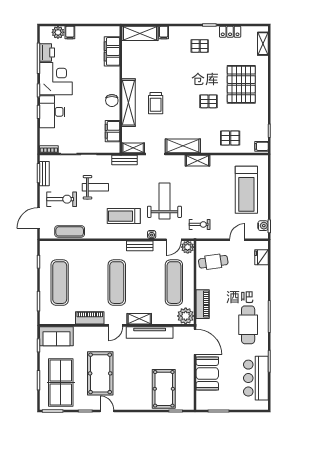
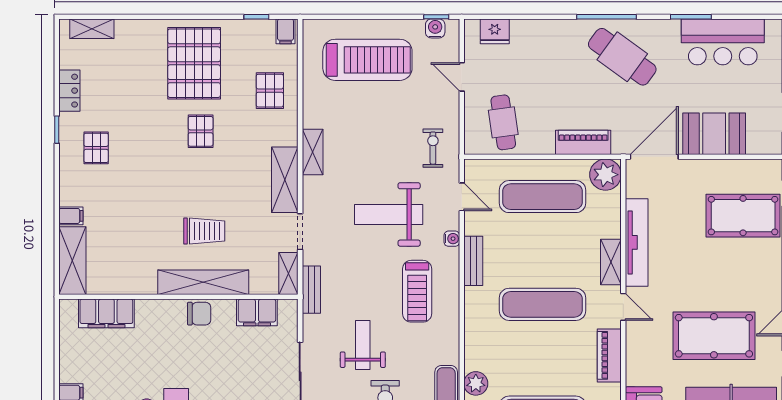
pallet: (241, 84) -> (194, 63), moved, turned 90
plant: (188, 247) -> (476, 383), moved
cafe table: (248, 325) -> (622, 57), turned 36

